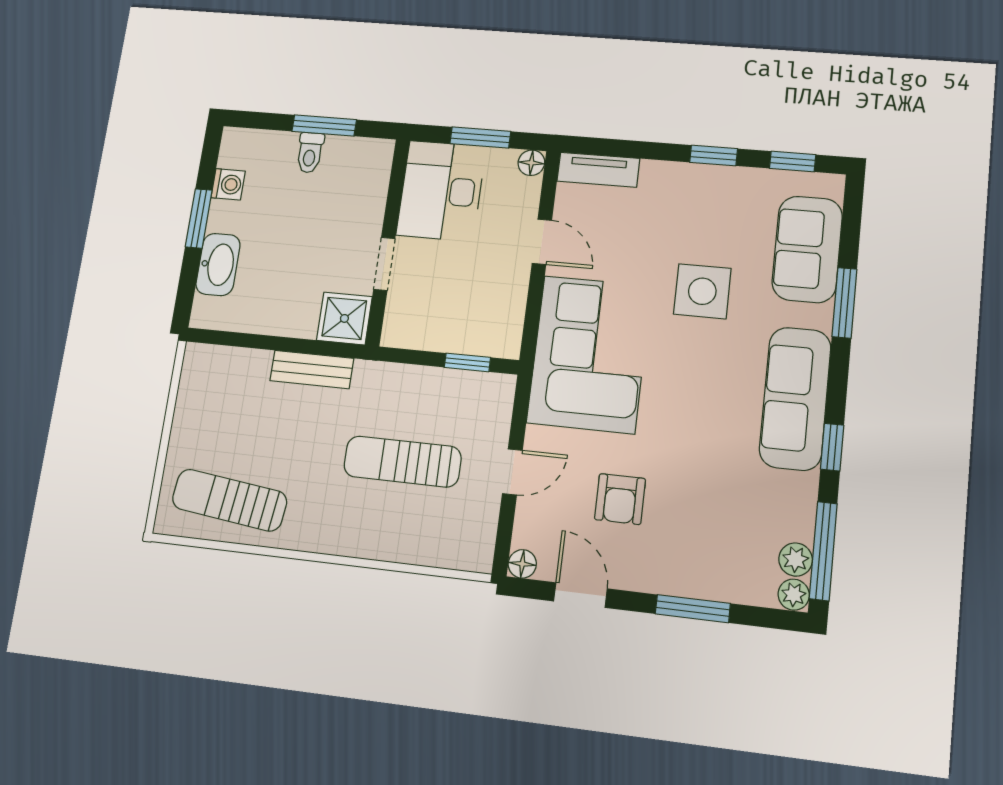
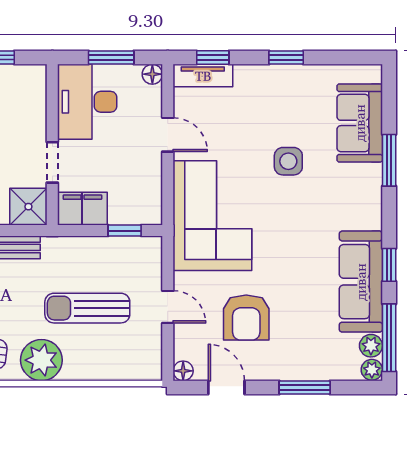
window: (793, 162) -> (213, 57), moved
side table: (702, 291) -> (288, 161), width x0.73, depth x0.73
filing cabinet: (415, 328) -> (82, 209), added
sofa: (795, 398) -> (361, 282), moved
door: (512, 472) -> (168, 307), hinge flipped
armchair: (620, 499) -> (246, 318), width x1.38, depth x1.38
plant: (330, 526) -> (41, 360), added

